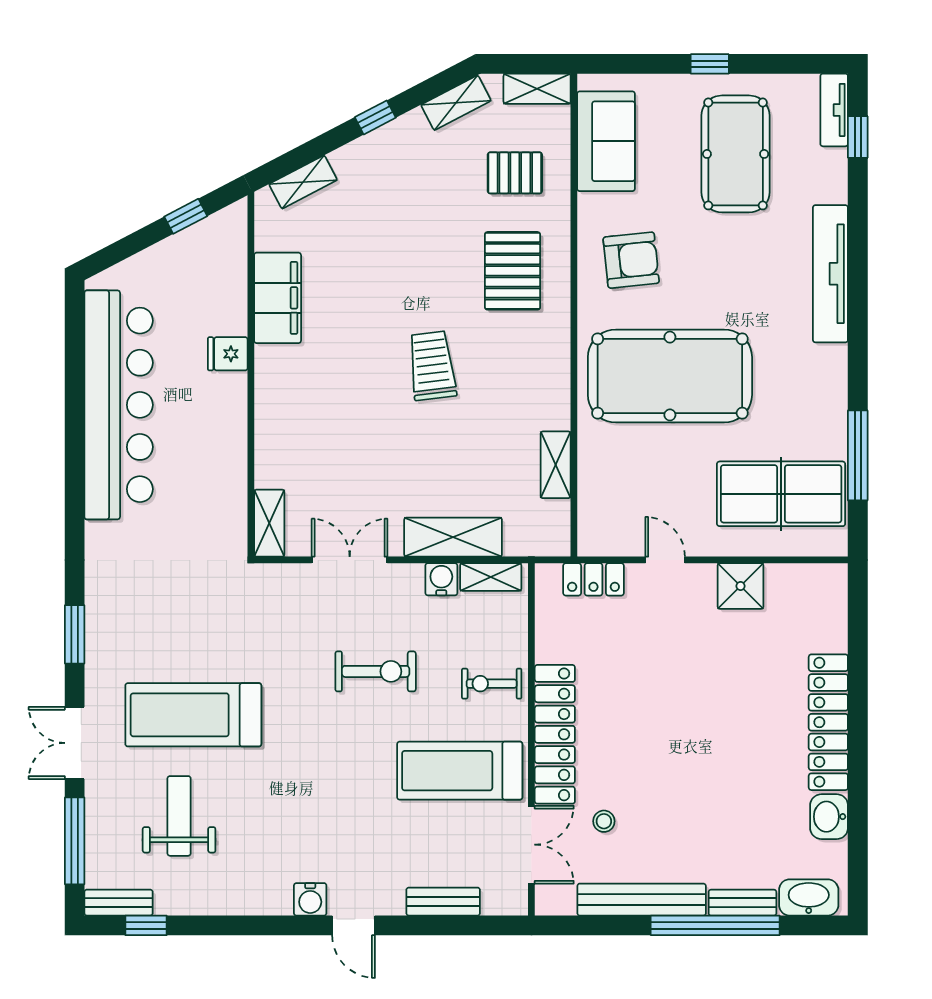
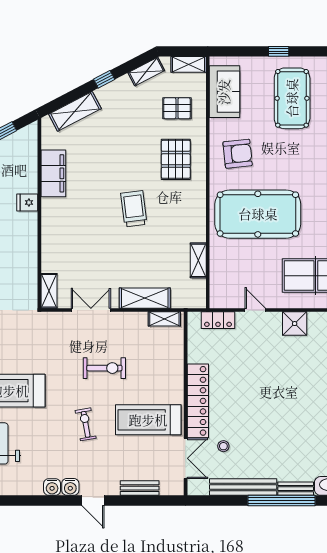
shelving: (303, 182) -> (75, 111), width x1.50, depth x1.33
water cooler: (441, 579) -> (52, 487), moved, turned 180
exercise bike: (492, 684) -> (86, 424), moved, turned 80

